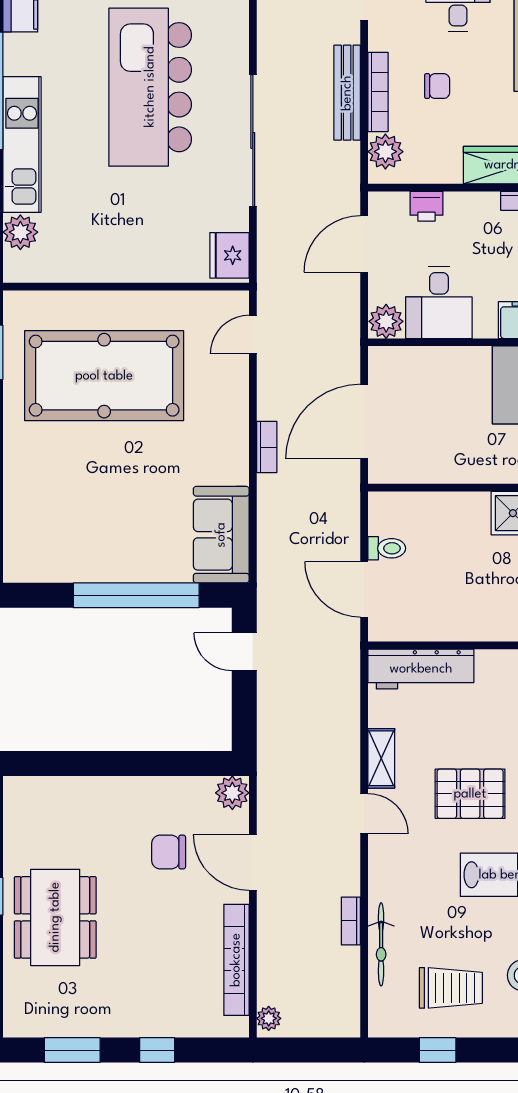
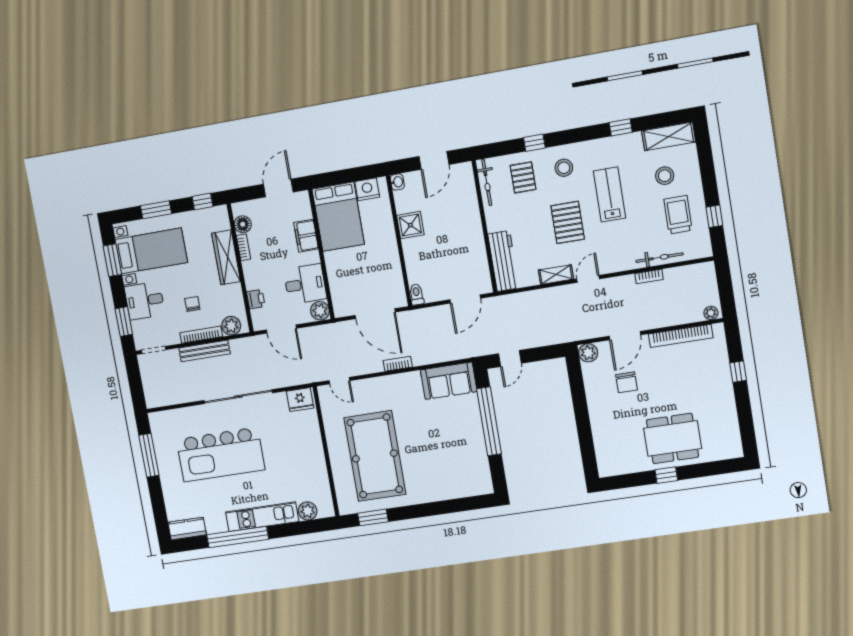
toilet: (387, 548) -> (417, 294), moved
window: (72, 1050) -> (745, 418), removed

